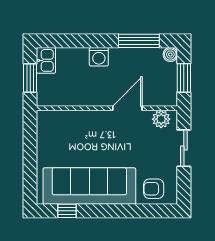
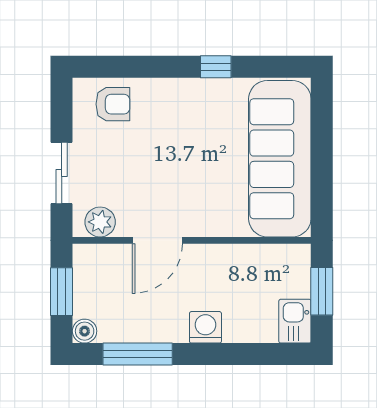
sofa: (89, 186) -> (280, 159), moved, turned 90
window: (67, 211) -> (216, 67), moved

